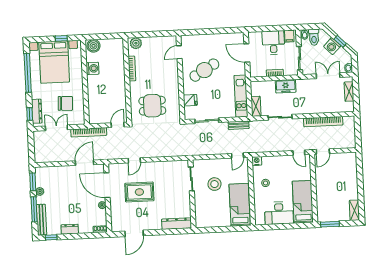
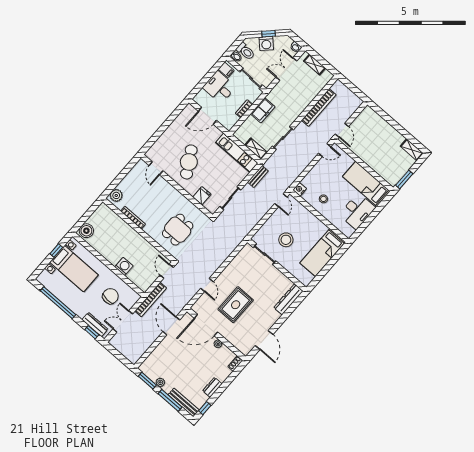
bed with nightstands: (54, 62) -> (74, 269), width x0.73
washing machine: (93, 68) -> (124, 266), moved
bed: (240, 205) -> (323, 253), moved, turned -90

